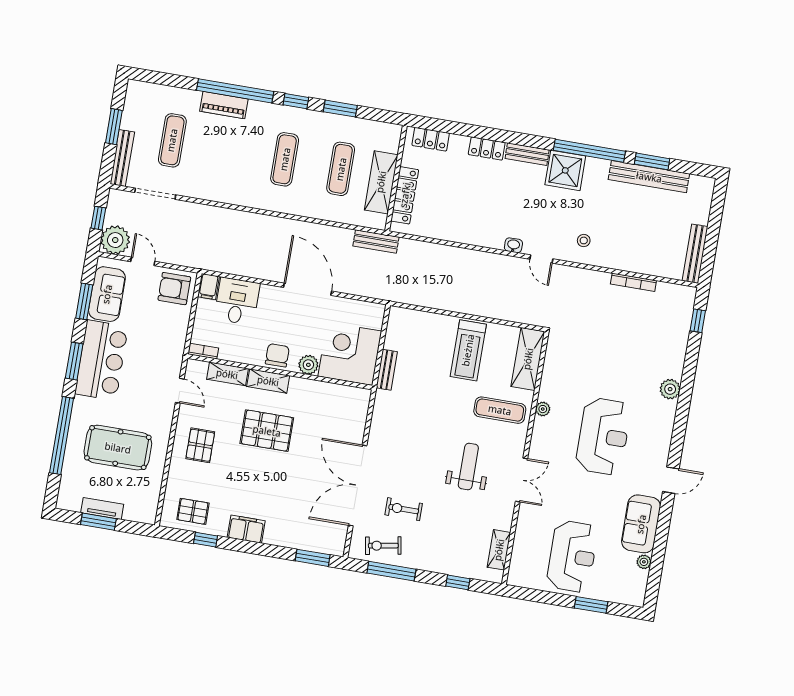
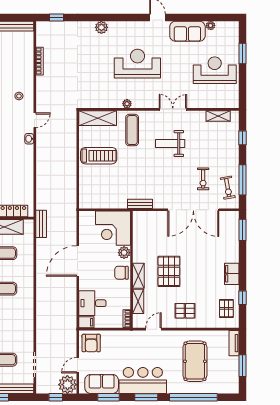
bench: (387, 370) -> (140, 204), moved
tv unit: (102, 508) -> (234, 343), moved

